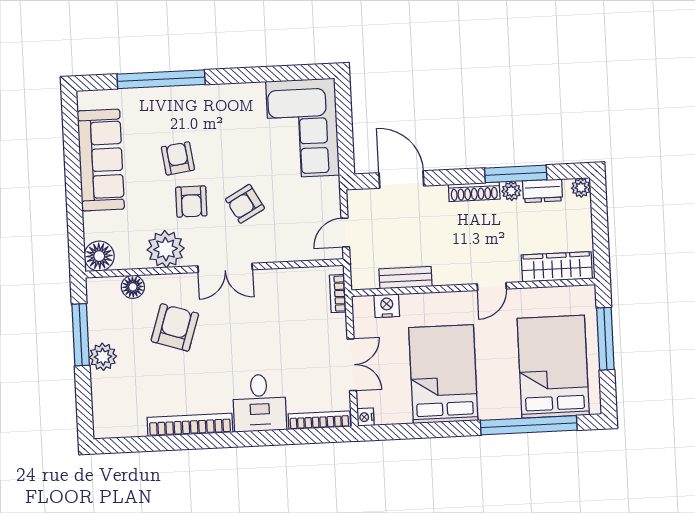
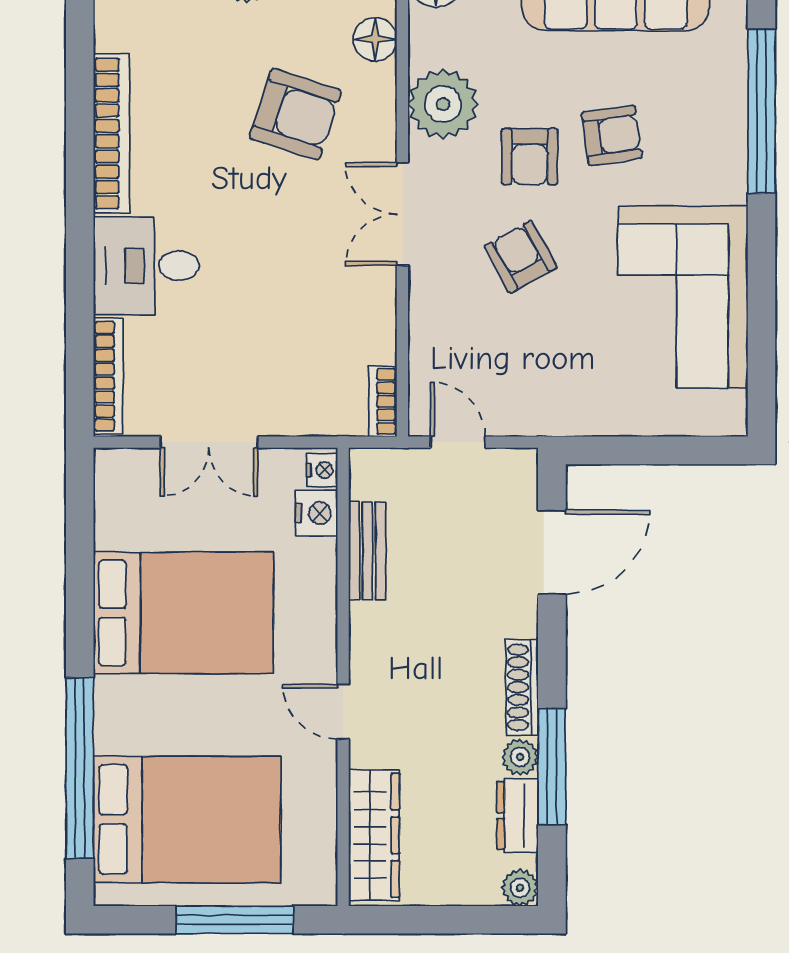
corner sofa: (303, 128) -> (683, 297), moved, turned -90
armchair: (191, 202) -> (530, 157), turned -90
bookcase: (338, 294) -> (383, 401), moved, turned -90
nightstand: (366, 417) -> (322, 470), moved, turned 90

